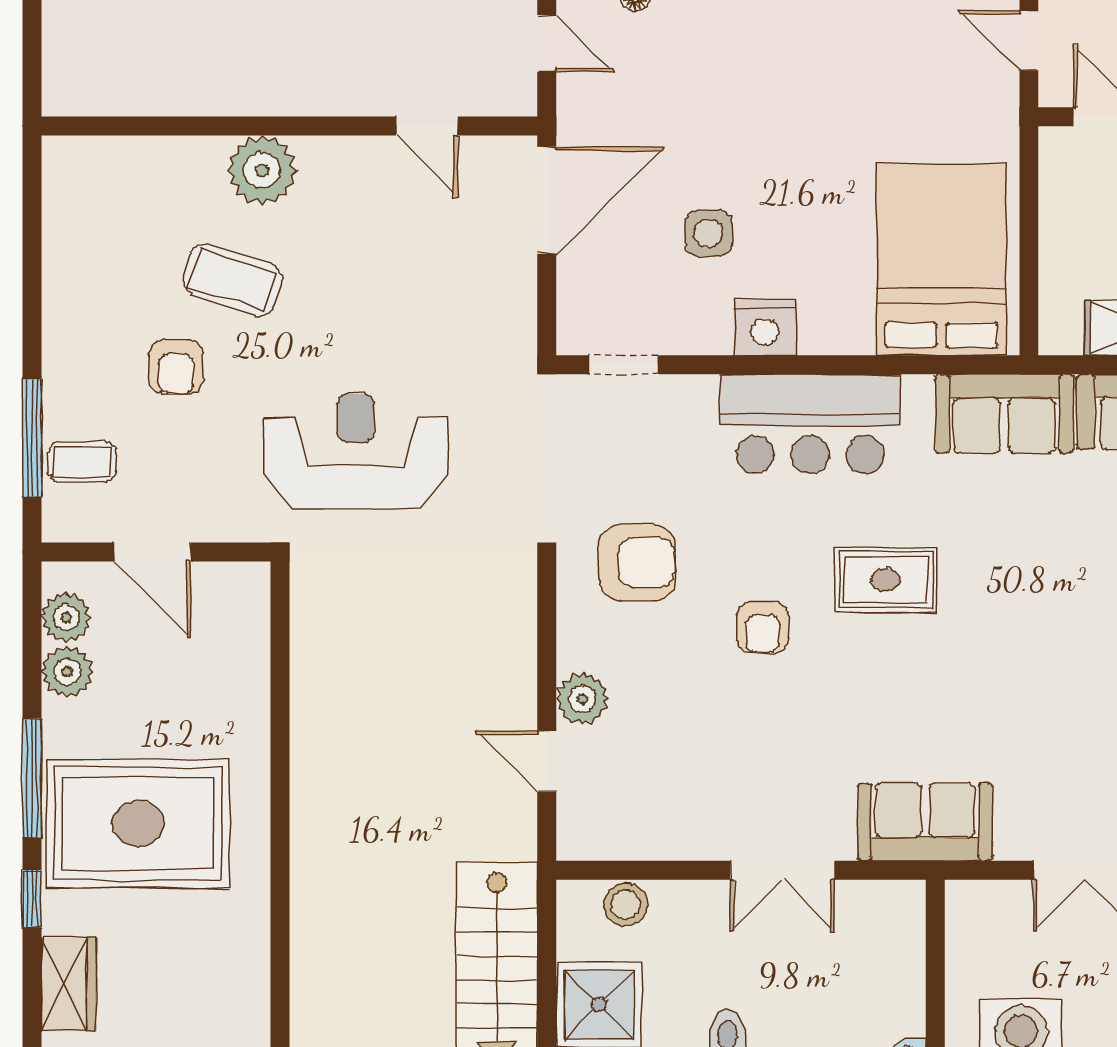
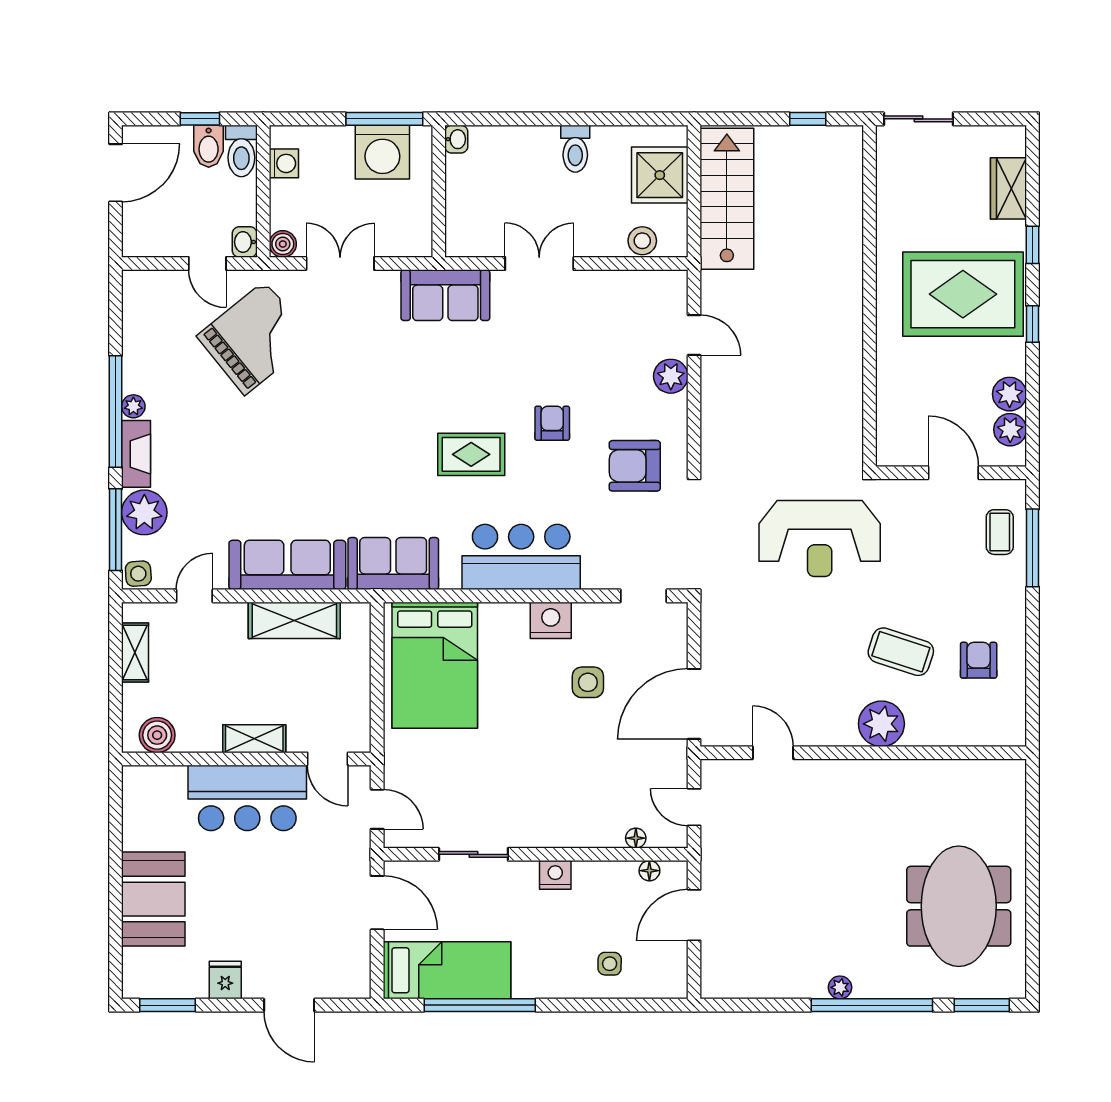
armchair: (176, 367) -> (979, 660), moved
coffee table: (82, 462) -> (1000, 532), turned 90
window: (32, 778) -> (1033, 324), width x0.46

